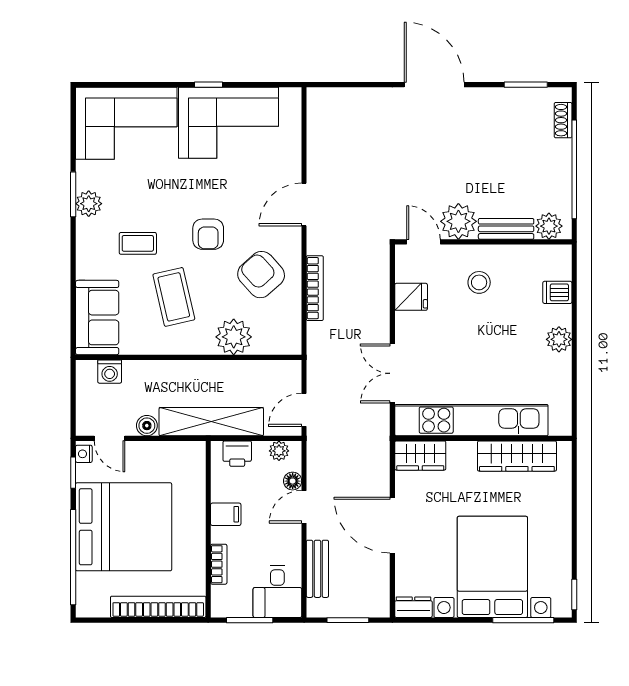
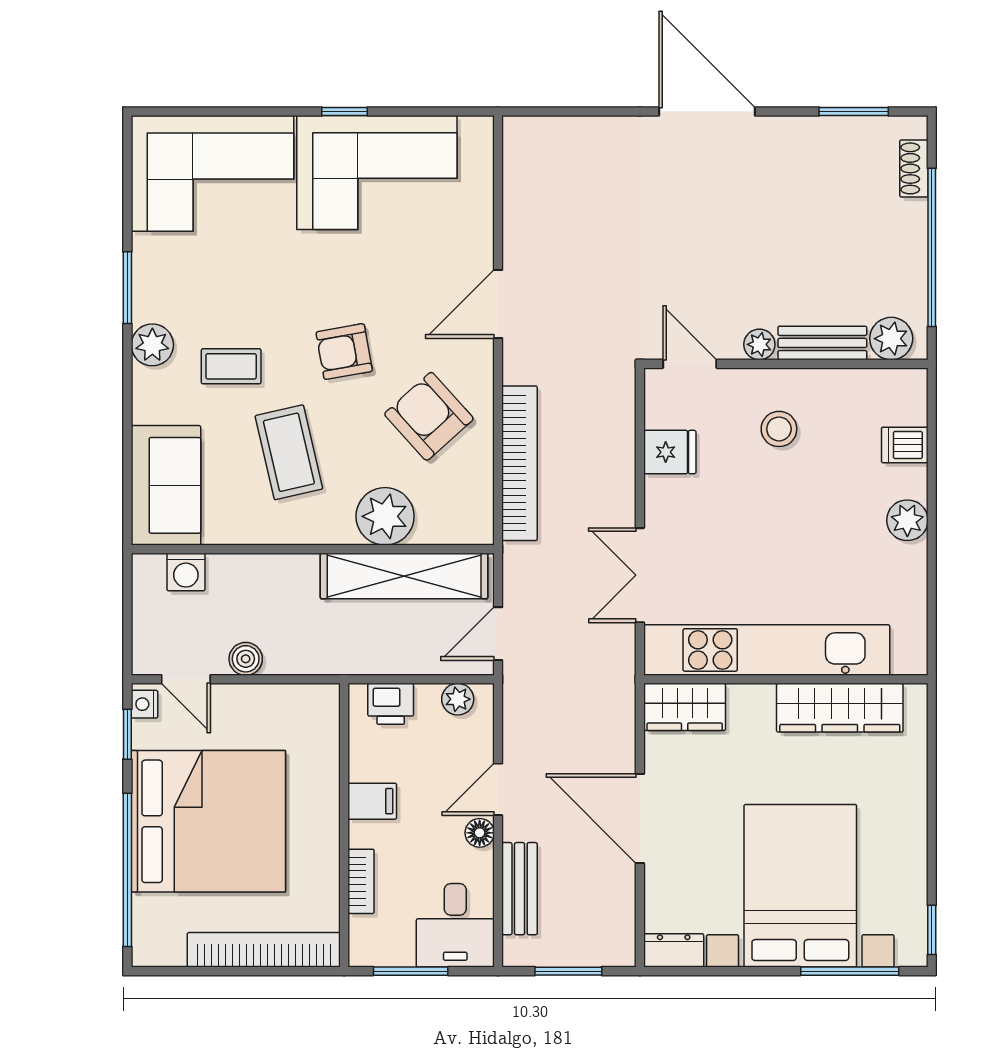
plant: (89, 204) -> (152, 345), moved
plant: (458, 221) -> (759, 344), width x0.53, depth x0.53
armchair: (208, 234) -> (344, 352), turned 80
bookcase: (315, 288) -> (519, 463), width x1.48, depth x1.31
shelving: (211, 422) -> (404, 576), moved
floor lamp: (293, 481) -> (480, 833), moved

